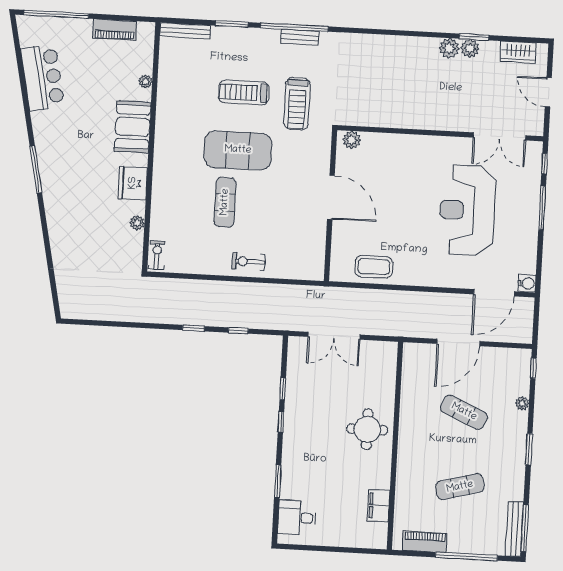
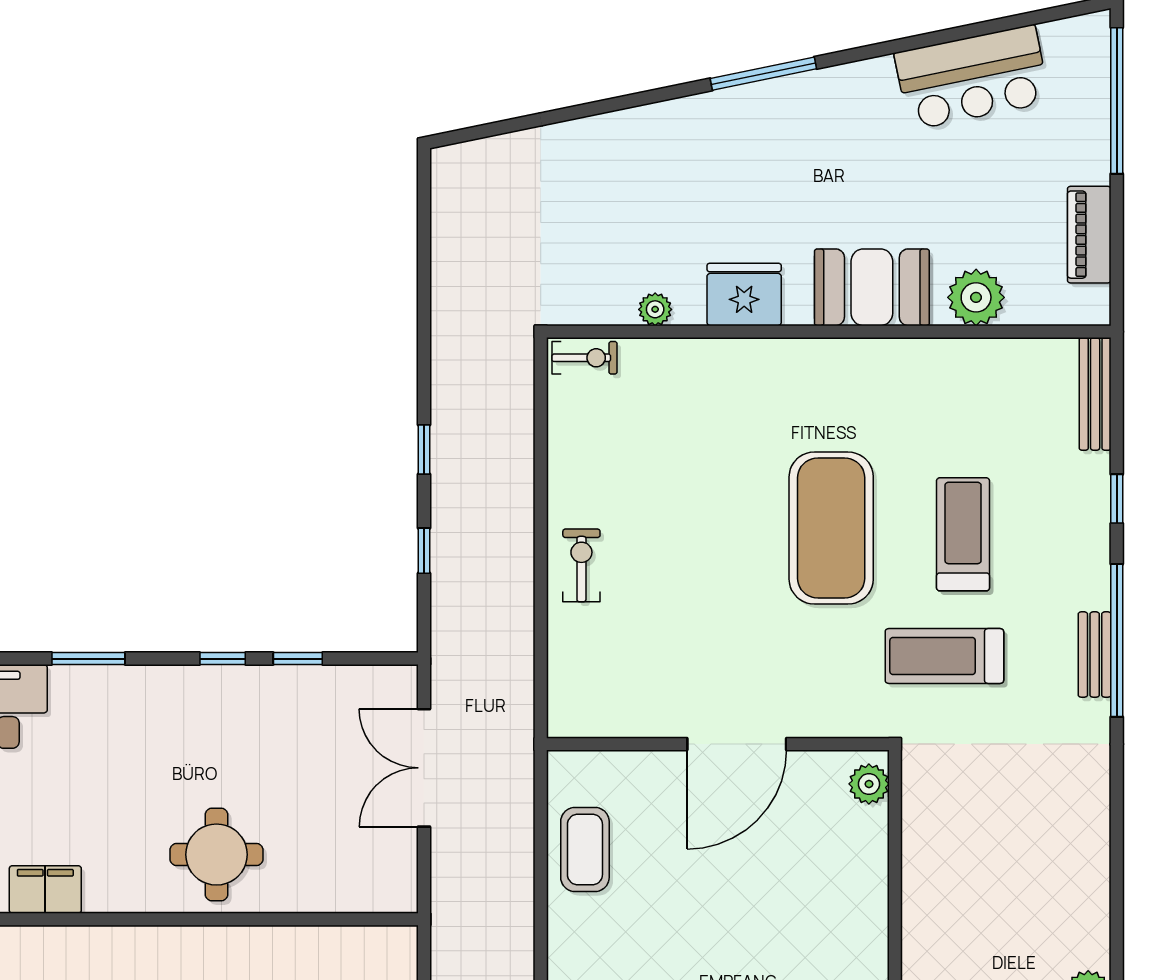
window: (232, 24) -> (1117, 499), width x0.67
plant: (145, 81) -> (976, 297), width x1.88, depth x1.88
exercise mat: (225, 202) -> (712, 505), removed

